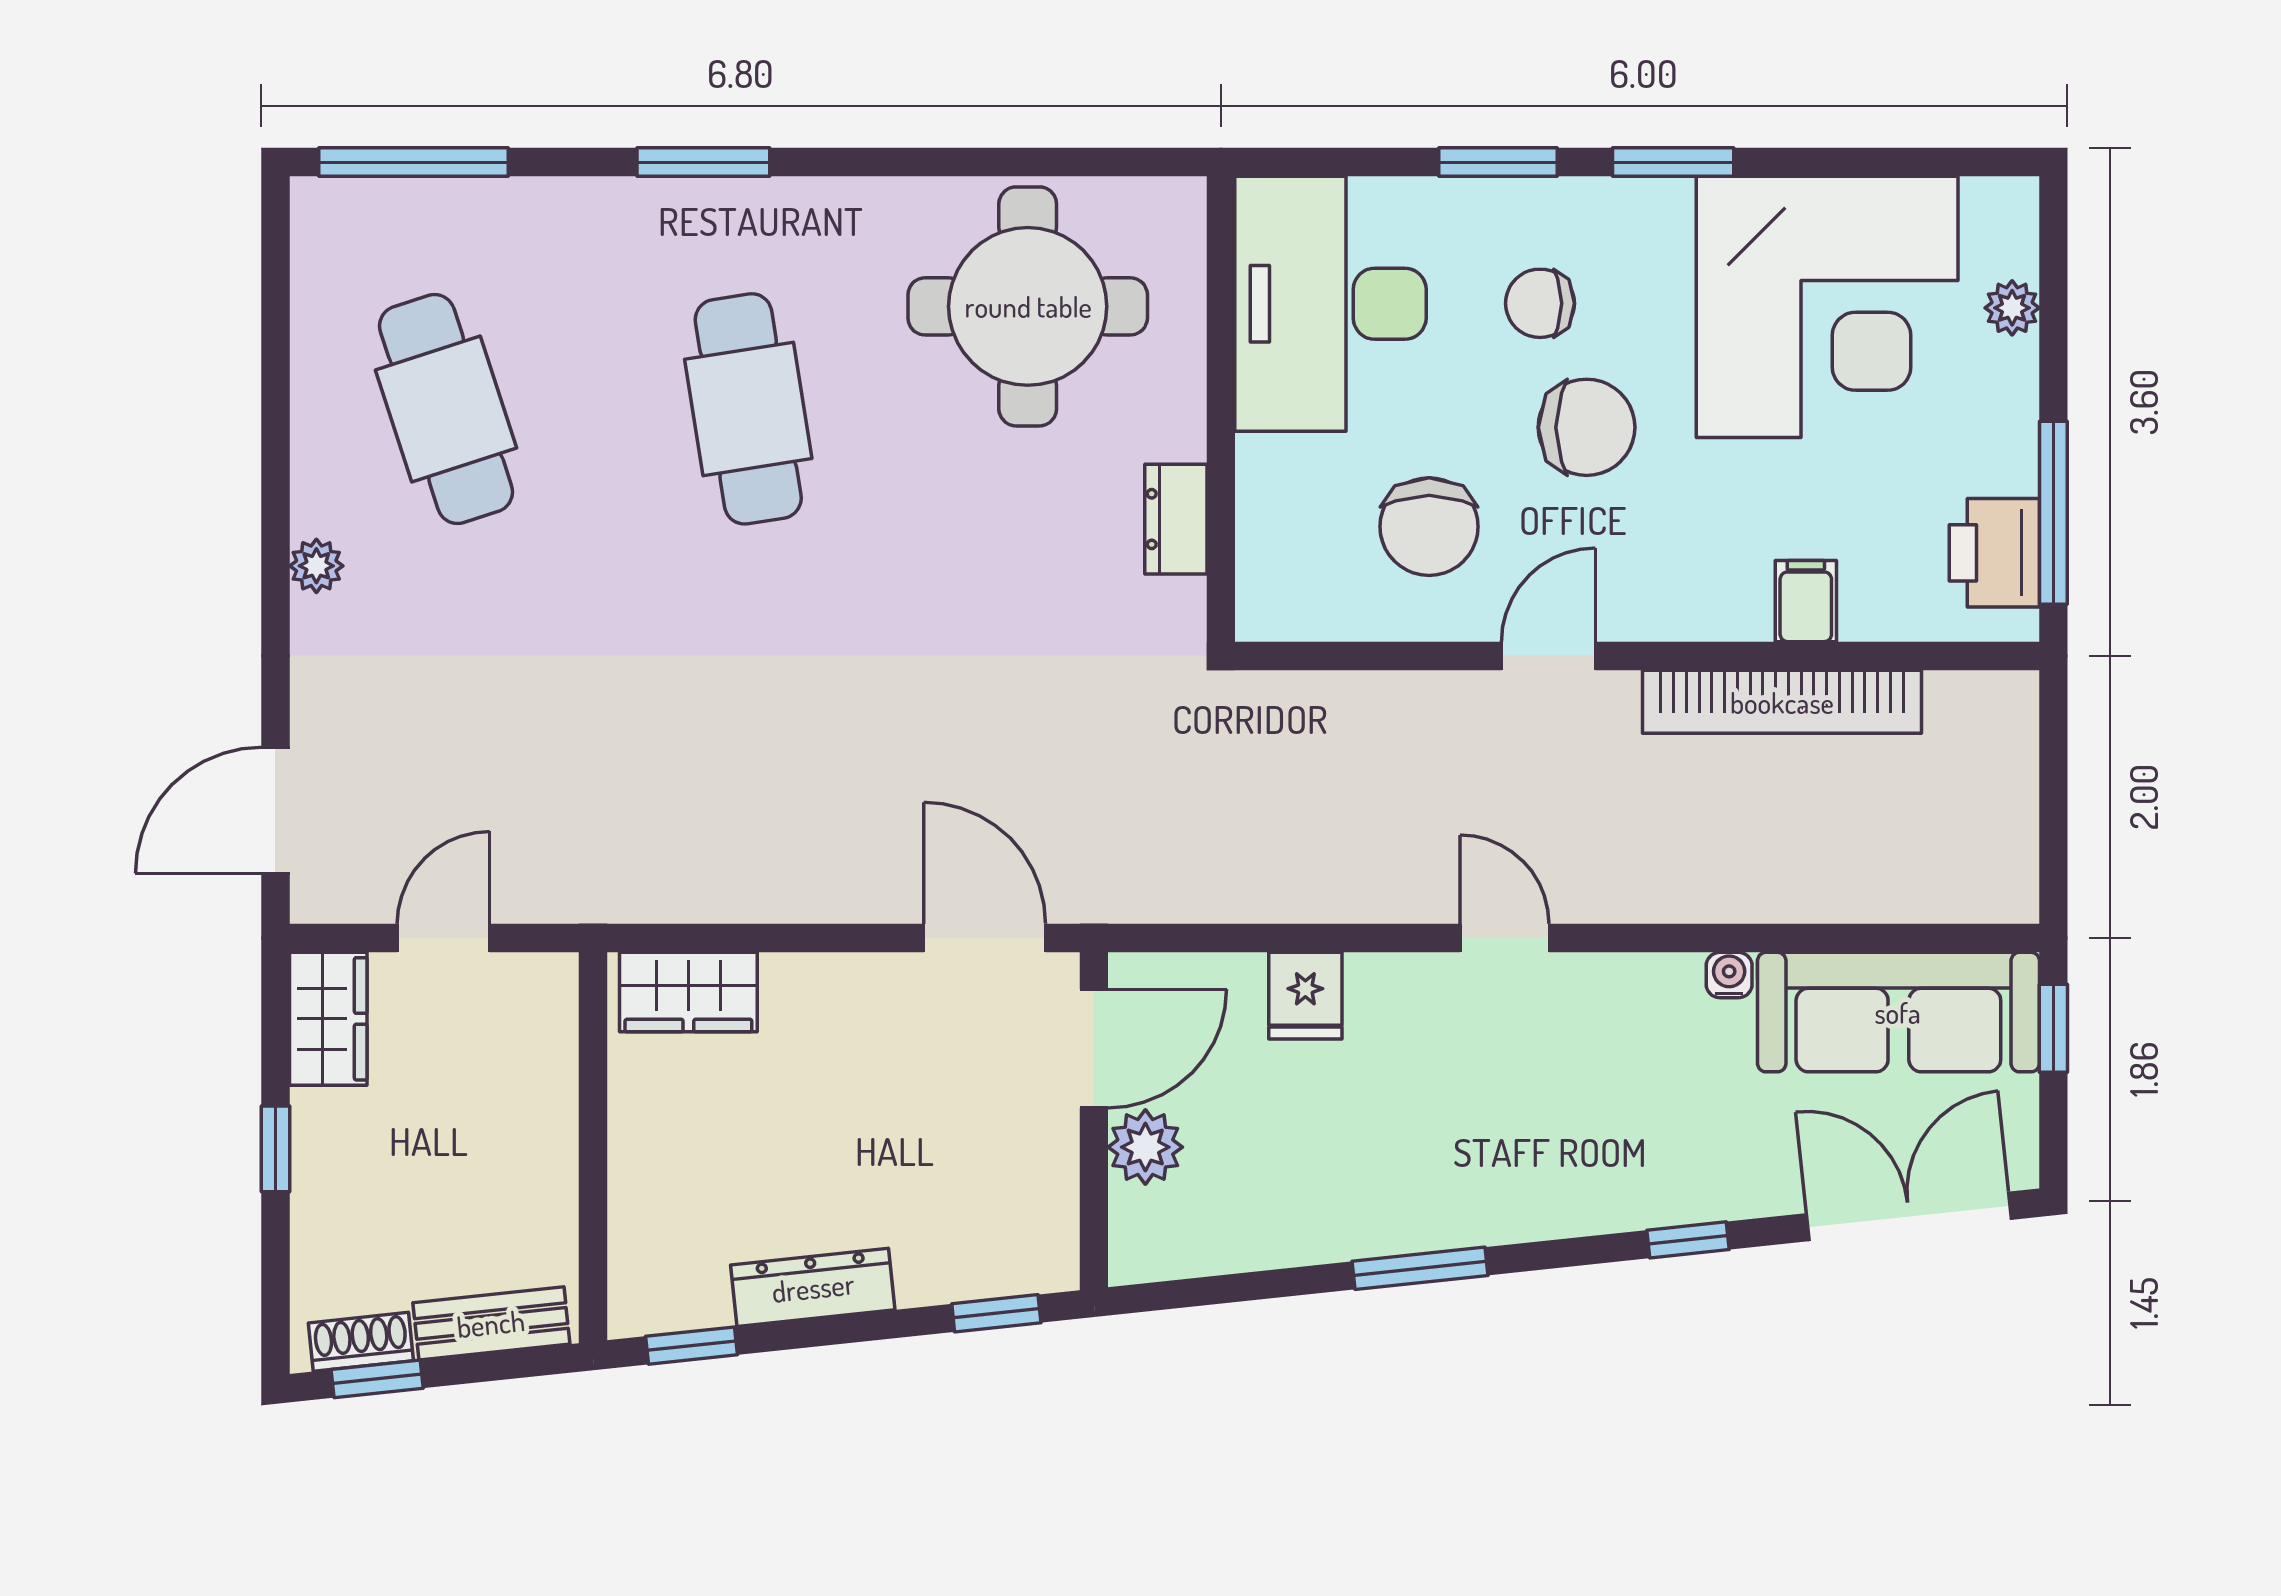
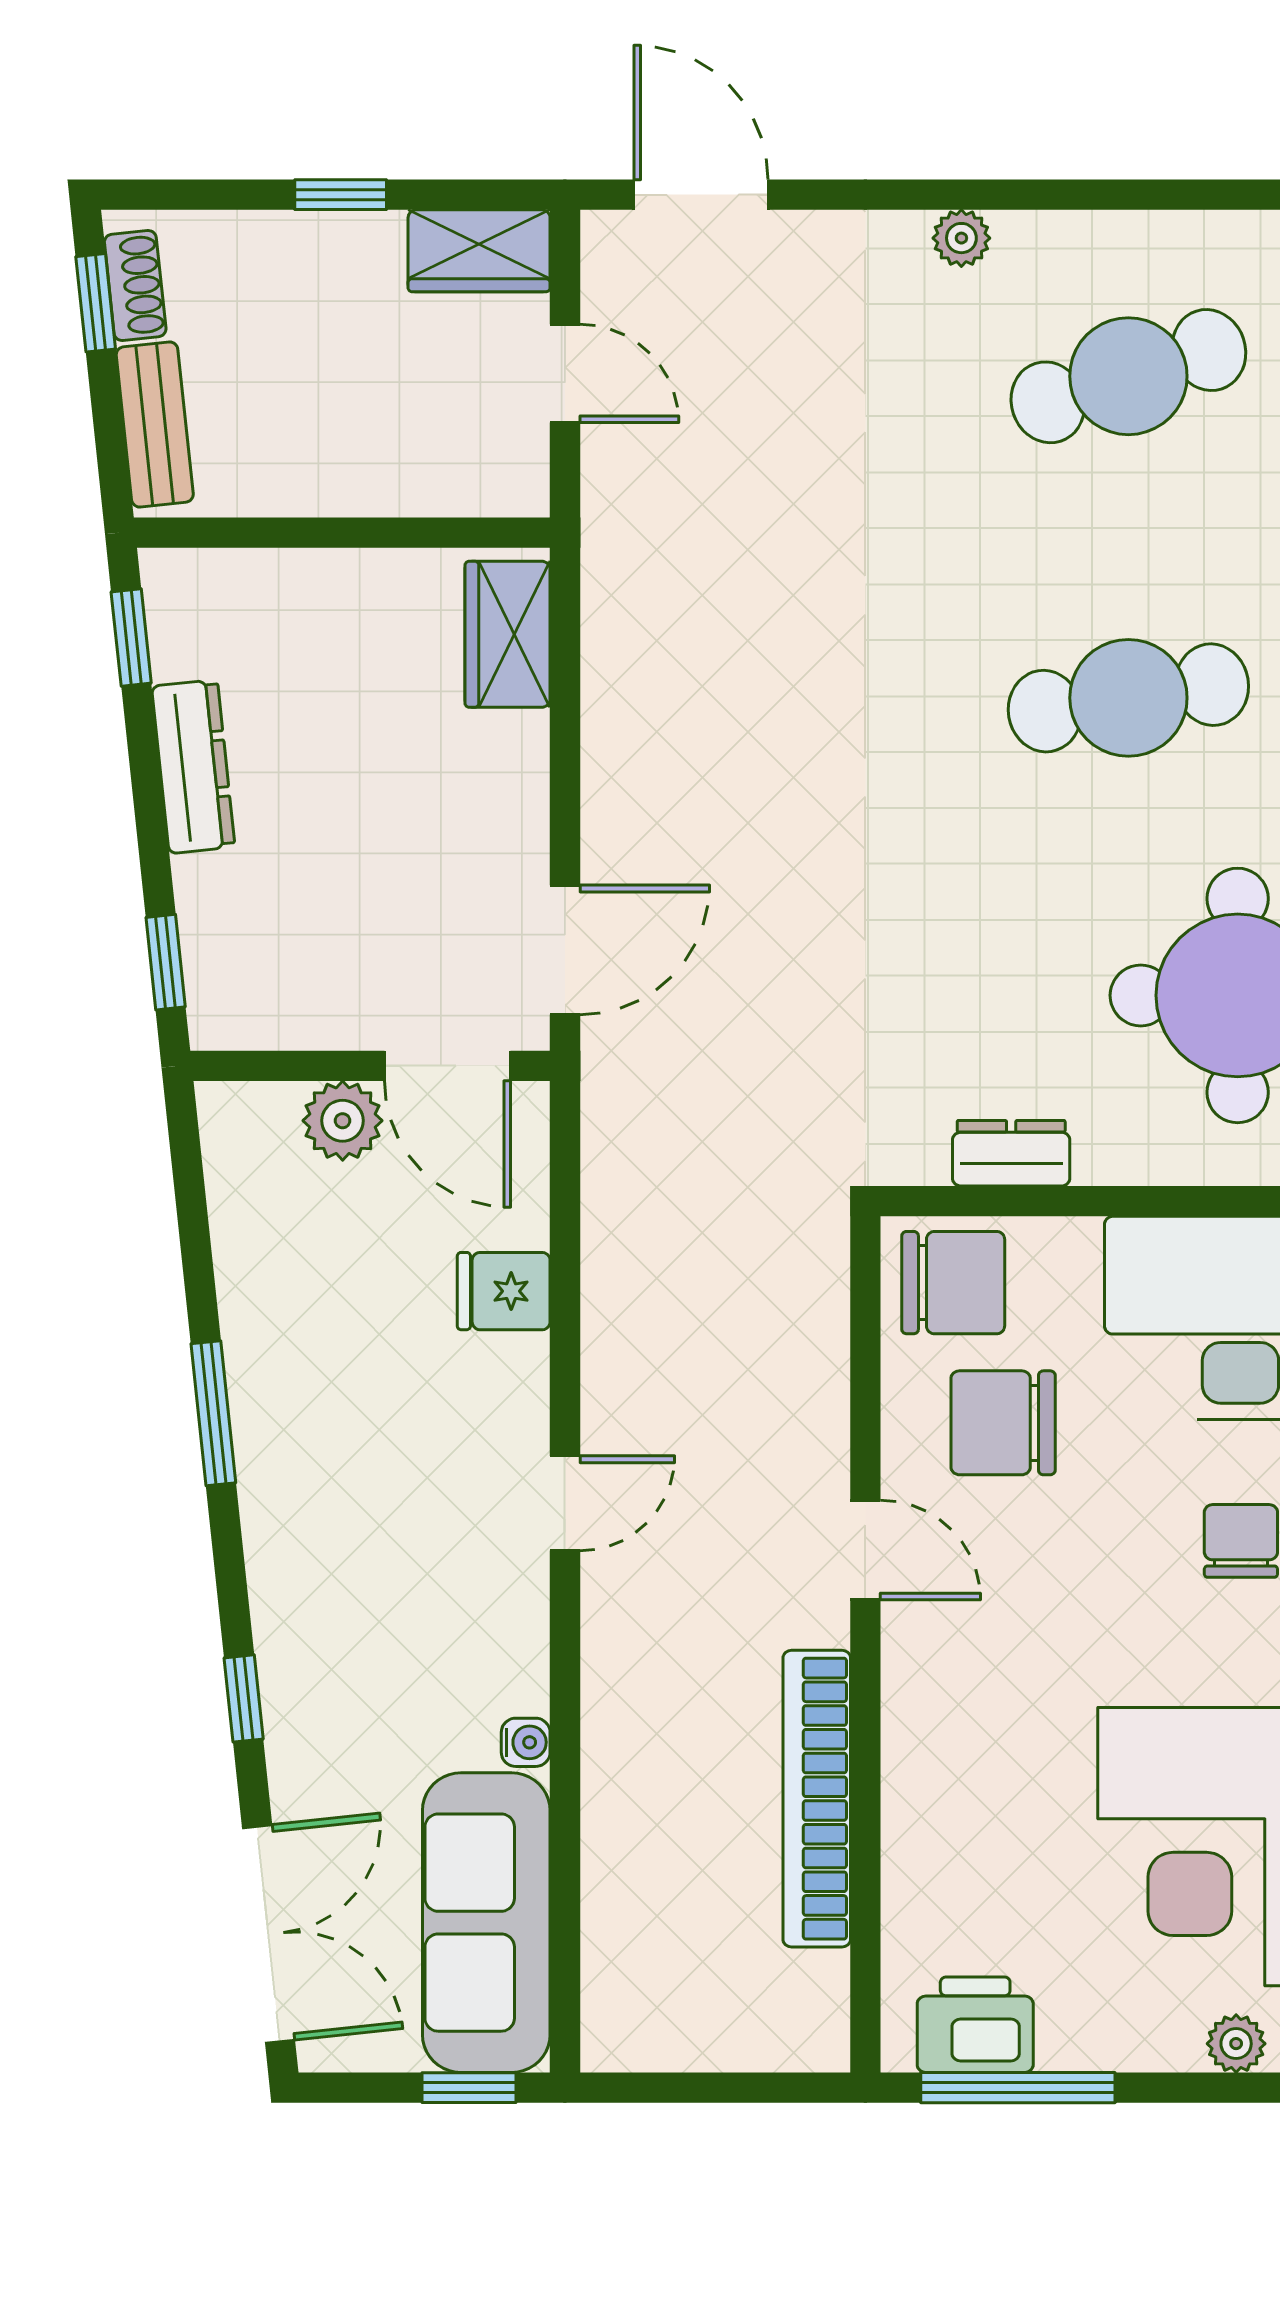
chair: (1587, 427) -> (953, 1283), moved, turned -90
filing cabinet: (1806, 601) -> (924, 1824), removed

